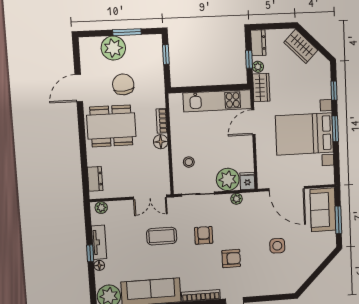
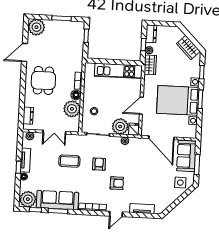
wardrobe: (301, 46) -> (188, 48), moved
plant: (113, 48) -> (36, 27), moved
chair: (123, 84) -> (55, 53), removed
door: (253, 122) -> (141, 106), moved
dining table: (111, 126) -> (43, 80), width x0.73
plant: (157, 162) -> (72, 109), added
double door: (150, 197) -> (54, 132), moved
side table: (277, 246) -> (180, 183), moved
tv unit: (269, 289) -> (142, 209), added

